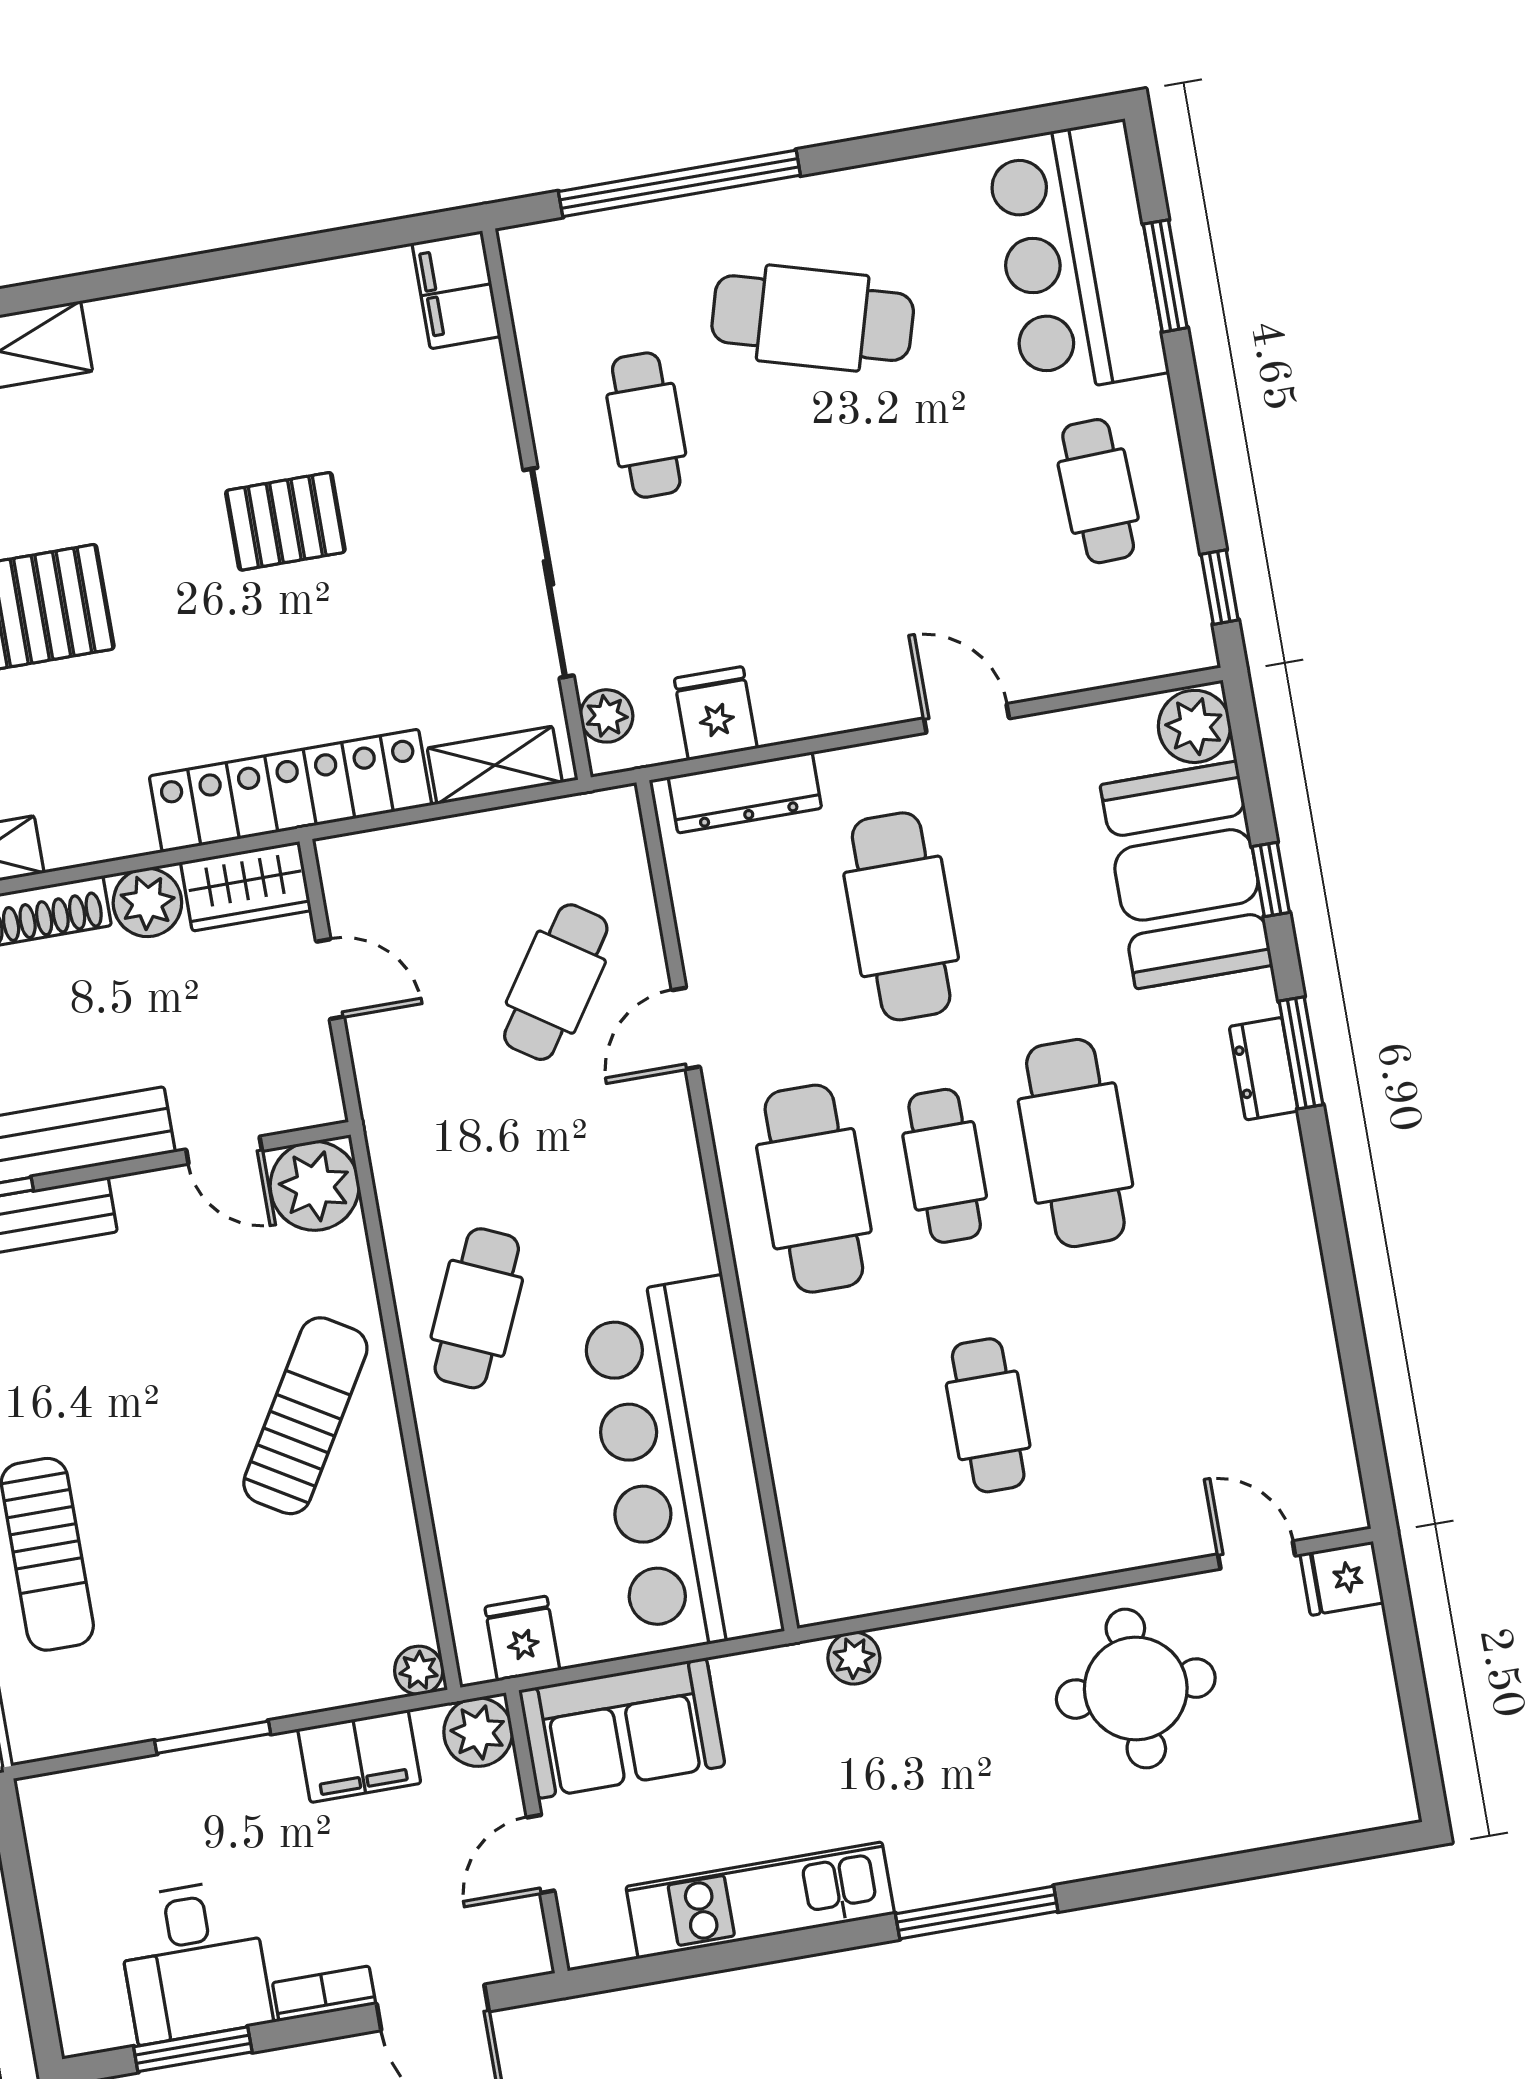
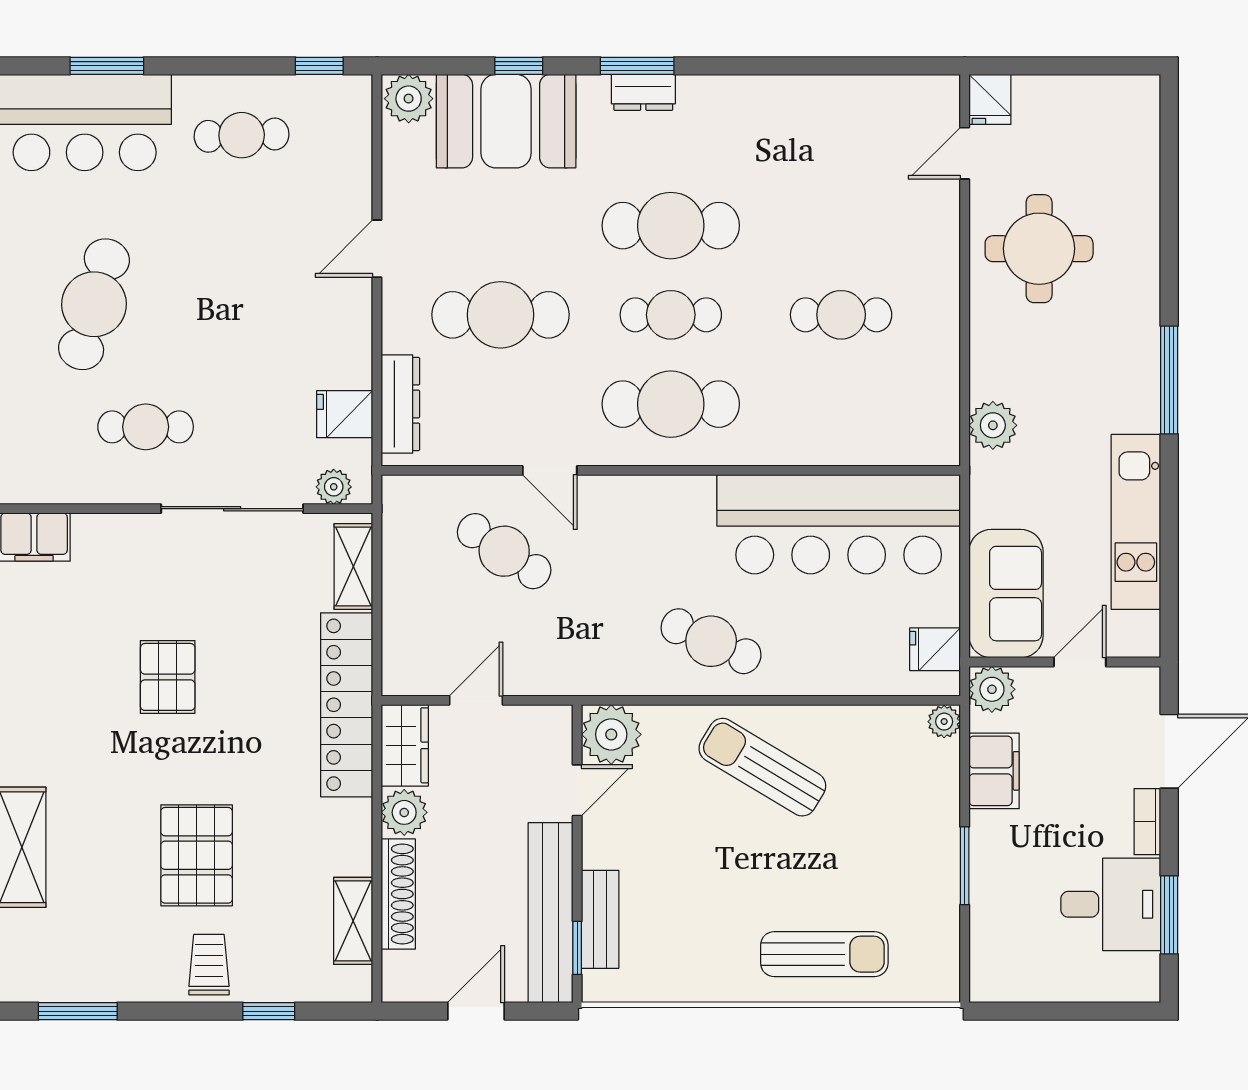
plant: (854, 1658) -> (993, 425), width x1.38, depth x1.38
door: (541, 1854) -> (1080, 662), swing flipped

